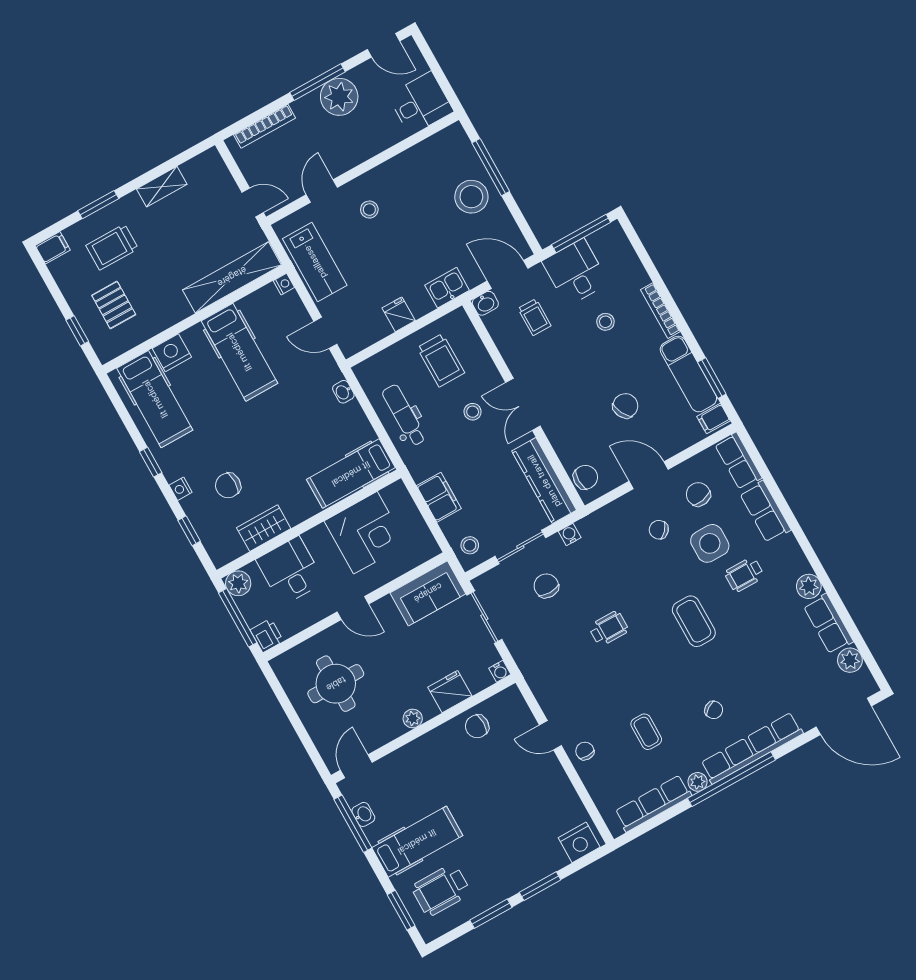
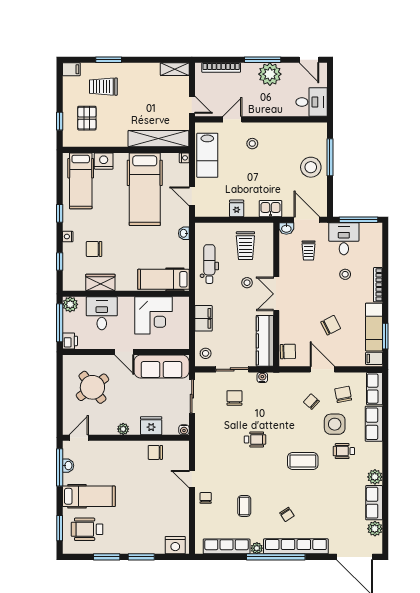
shelving: (162, 187) -> (175, 69), moved
hospital bed: (239, 352) -> (145, 189), width x1.37, depth x1.29
sofa: (428, 593) -> (162, 367), width x1.36
coffee table: (694, 621) -> (303, 461), turned 90
round table: (336, 684) -> (92, 387), turned -37

